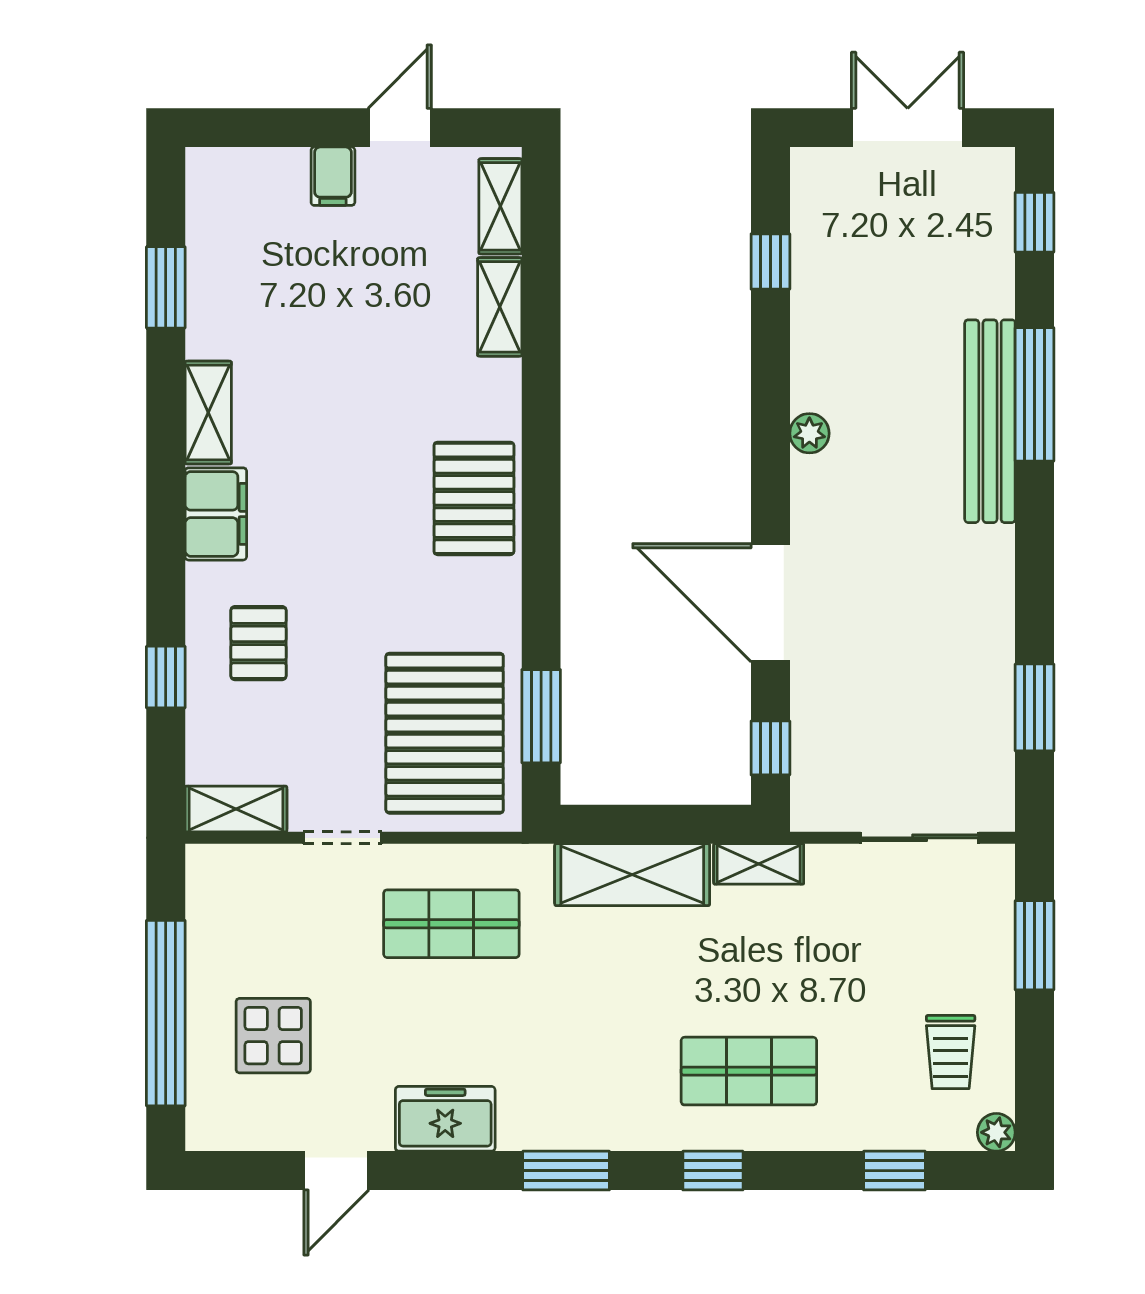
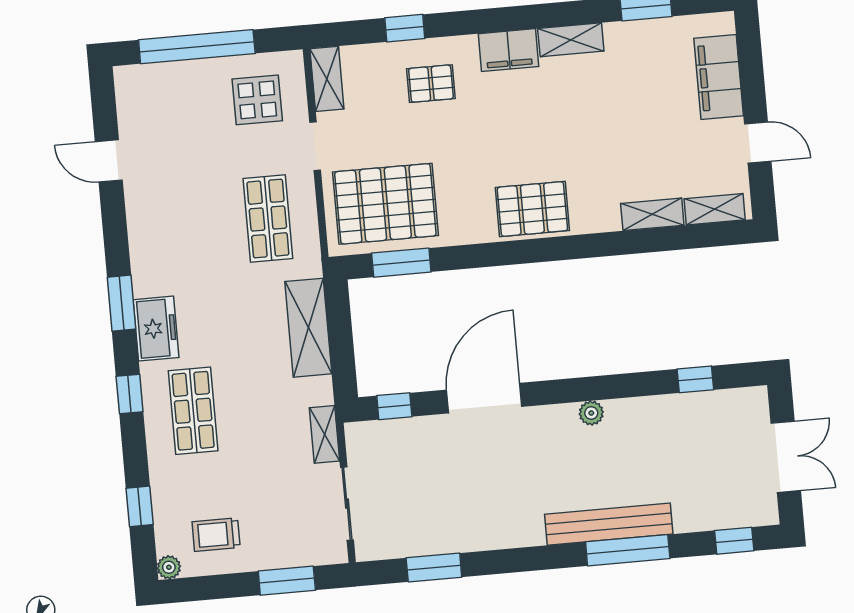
filing cabinet: (333, 176) -> (719, 77), width x3.00, depth x1.17
shelving: (759, 864) -> (325, 434), moved
display table: (273, 1036) -> (257, 100), moved
freezer: (445, 1119) -> (156, 329), moved

